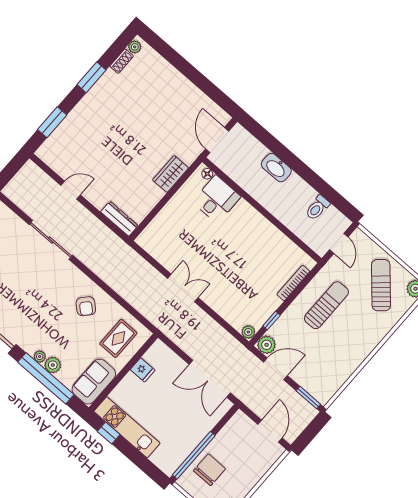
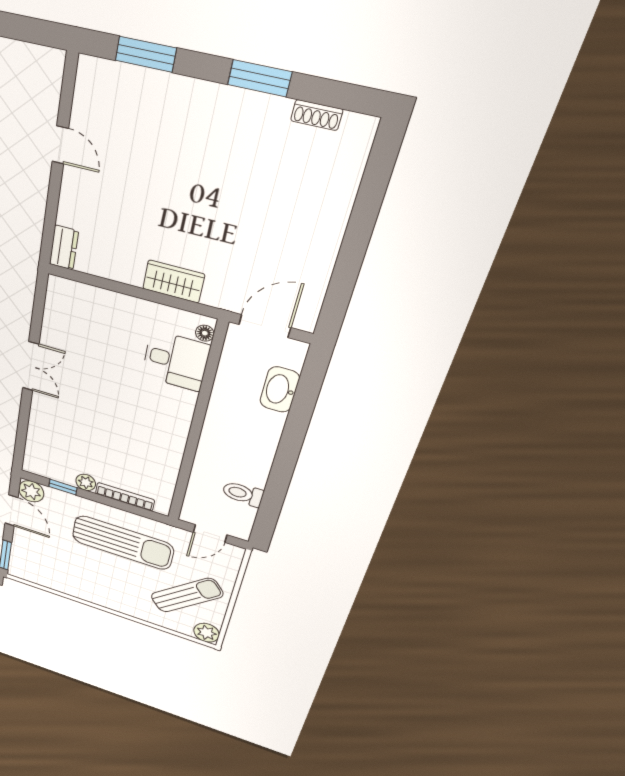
plant: (135, 47) -> (355, 125), removed
washbasin: (276, 168) -> (280, 390), moved
dresser: (119, 219) -> (64, 248), width x0.70
sun lounger: (326, 305) -> (123, 543), width x1.36, depth x1.34
plant: (248, 332) -> (86, 482), moved

